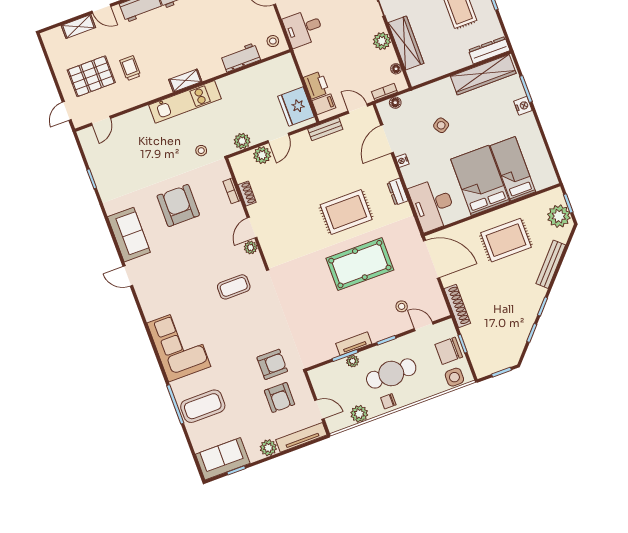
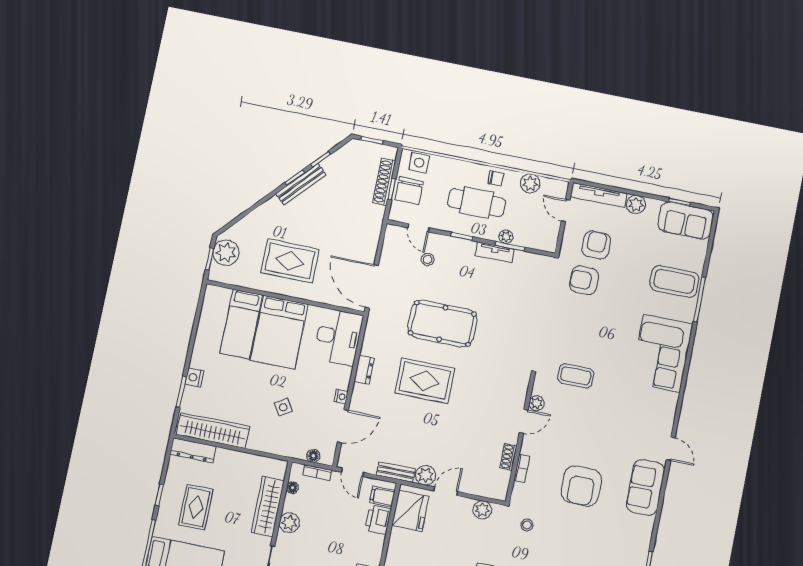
plant: (262, 155) -> (426, 475), moved
bench: (551, 264) -> (301, 184), moved
shoe rack: (457, 306) -> (384, 182), moved
chair: (449, 351) -> (409, 191), turned 90

